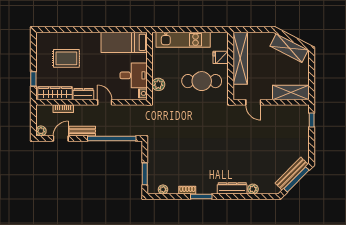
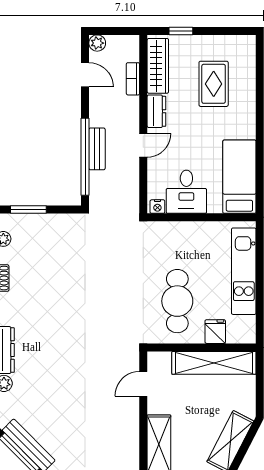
plant: (158, 84) -> (172, 231), removed
bench: (82, 131) -> (97, 149), moved

